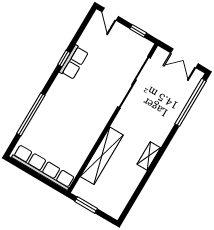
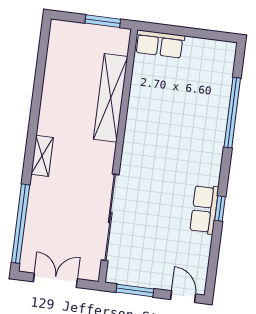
window: (138, 31) -> (135, 291), width x1.50
shelving: (149, 156) -> (42, 156), moved
row of seats: (43, 167) -> (160, 44), width x0.50

